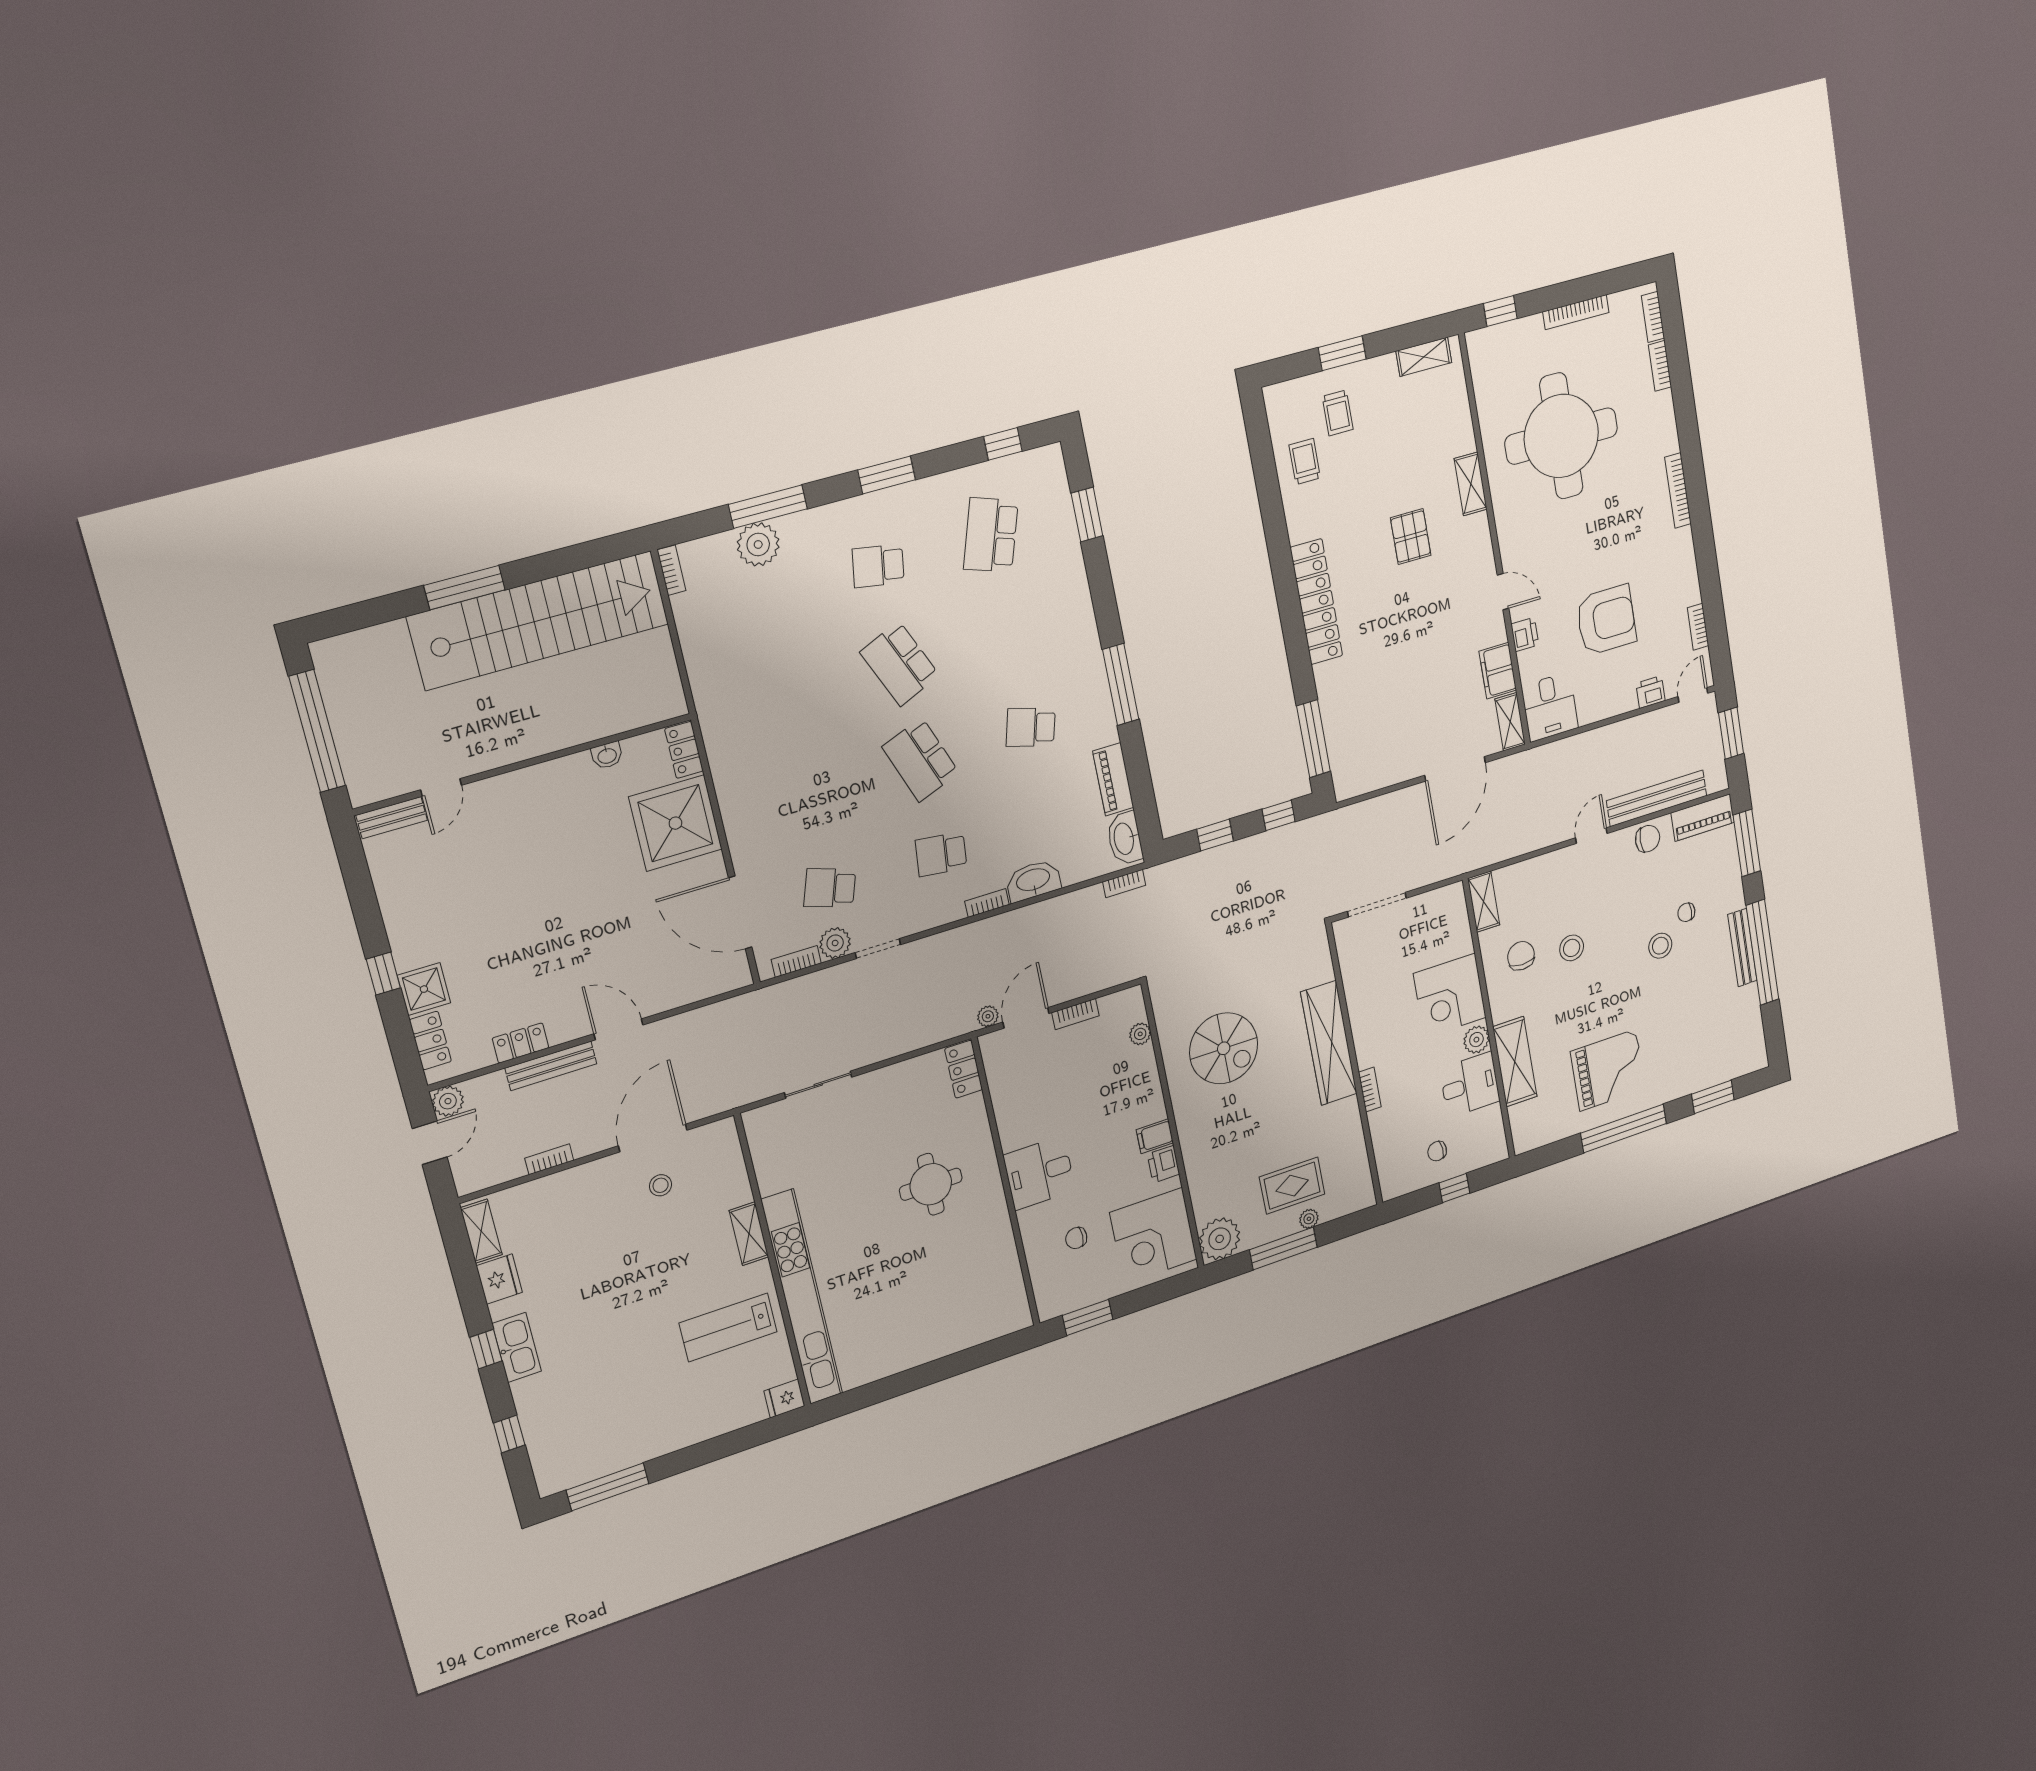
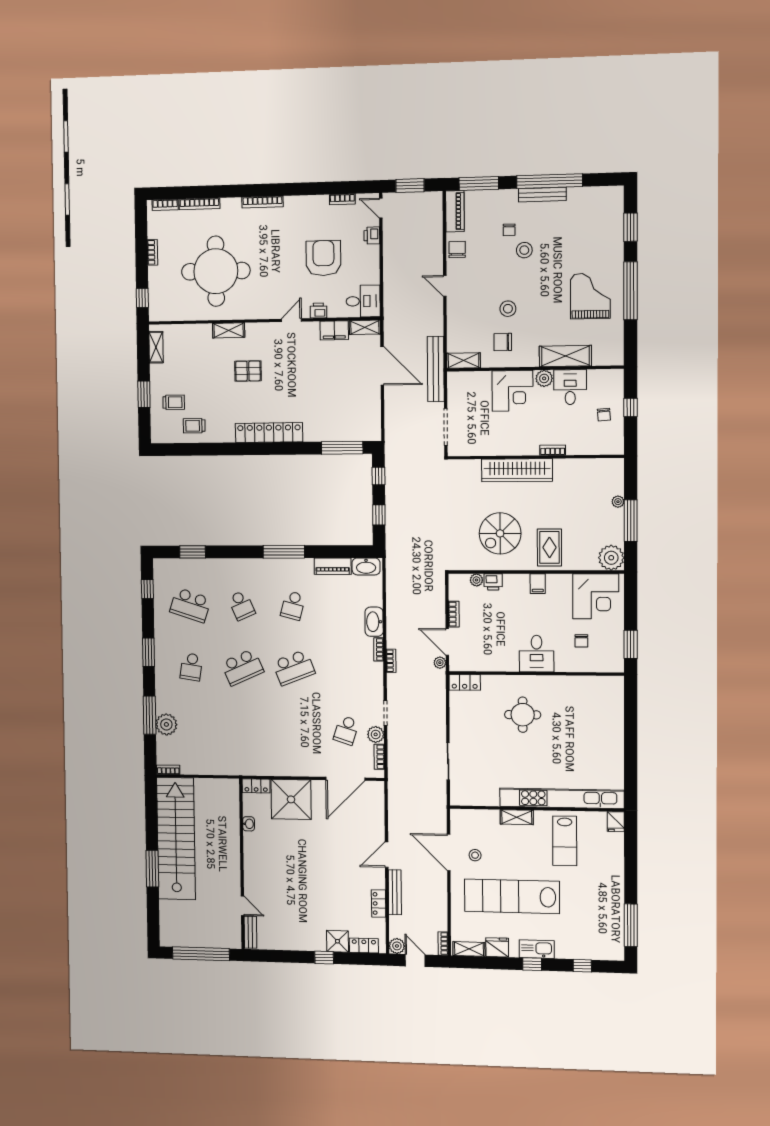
bookcase: (1576, 312) -> (152, 252), width x0.64
bookcase: (1660, 366) -> (199, 204), width x1.56
bench: (1657, 798) -> (436, 369), moved
school desk: (941, 854) -> (241, 605), moved, turned -30
bookcase: (1124, 883) -> (391, 661), moved
spiral stairs: (1224, 1048) -> (500, 533), turned 180
bookcase: (549, 1159) -> (443, 943), moved
printer: (1163, 1164) -> (493, 582), moved
rug: (1292, 1186) -> (549, 547), moved
lab bench: (602, 1273) -> (512, 896), added

